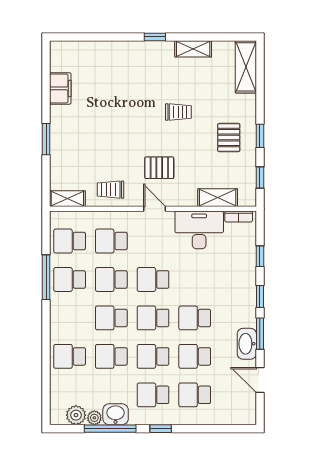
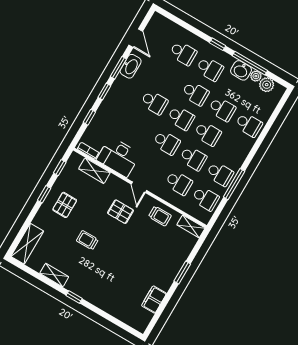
school desk: (195, 356) -> (169, 78), removed

